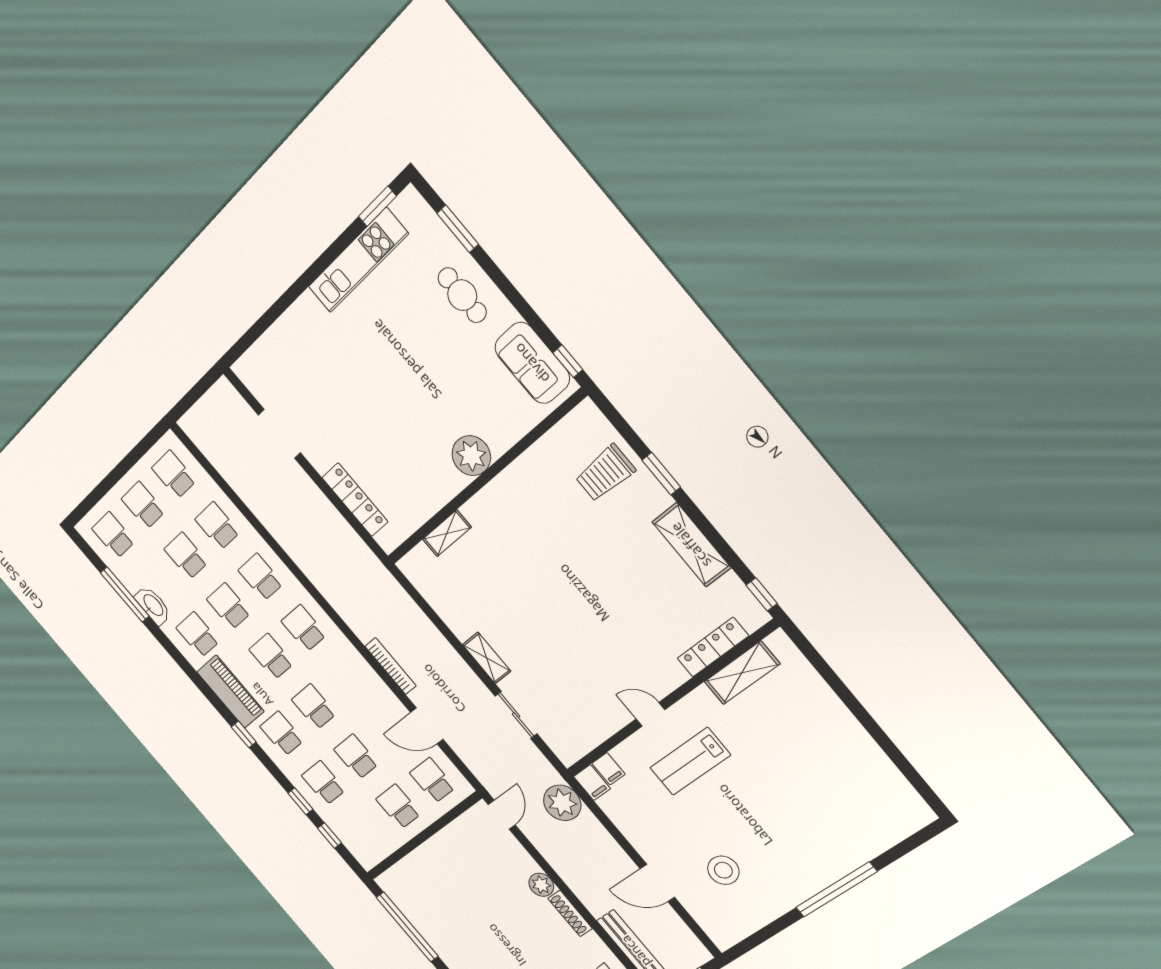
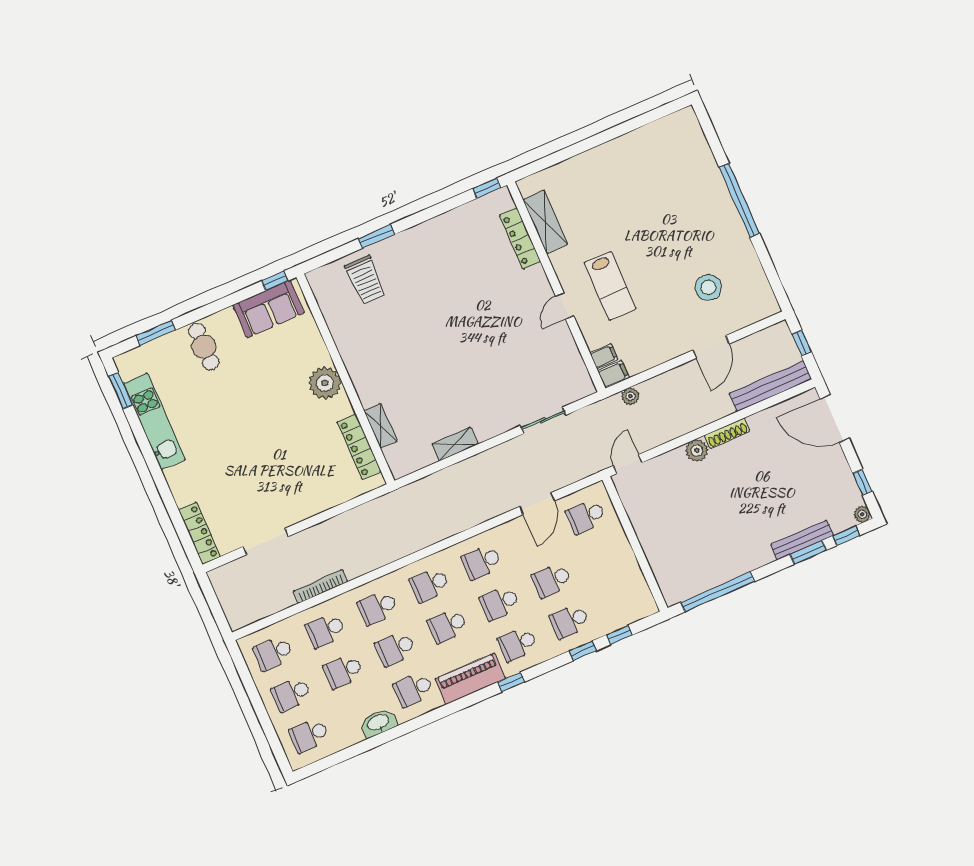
cafe table: (462, 295) -> (204, 347), turned 90
locker: (260, 354) -> (199, 533), added
locker: (355, 500) -> (359, 447), moved, turned -90
shelving: (691, 545) -> (436, 230), removed
window: (125, 594) -> (363, 747), removed
shelving: (487, 658) -> (455, 444), moved
bookcase: (391, 666) -> (321, 586), moved
plant: (562, 803) -> (630, 396), width x0.53, depth x0.53
school desk: (398, 806) -> (482, 562), moved
door: (502, 815) -> (628, 464), hinge flipped

